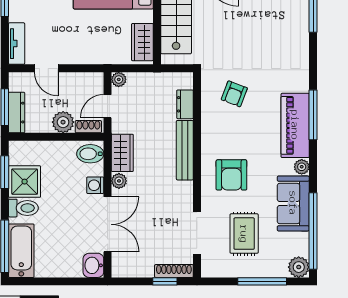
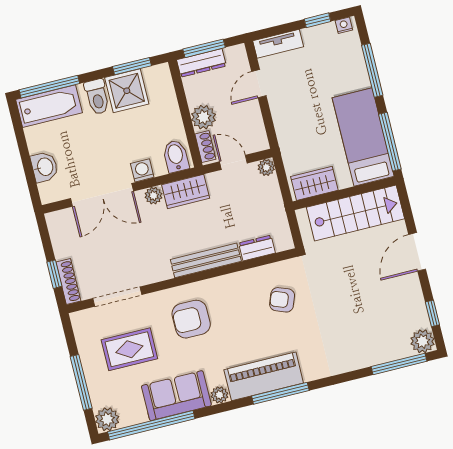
washbasin: (93, 265) -> (44, 167), moved, turned 90

